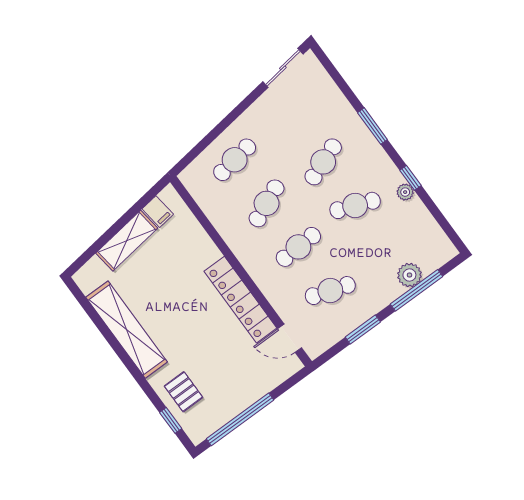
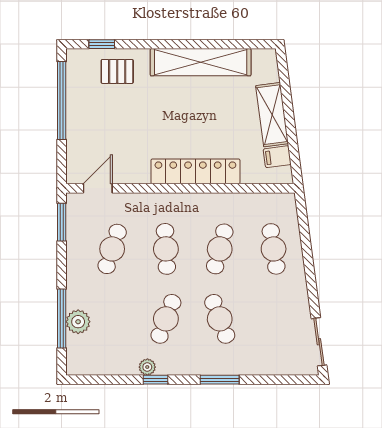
cafe table: (267, 203) -> (220, 249), turned 39
locker: (240, 300) -> (195, 171), moved
window: (363, 330) -> (62, 222), moved

